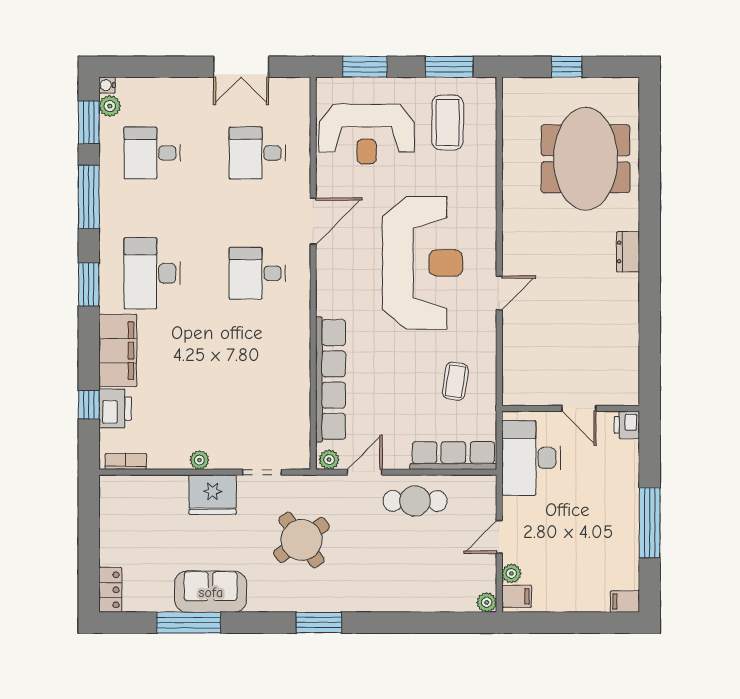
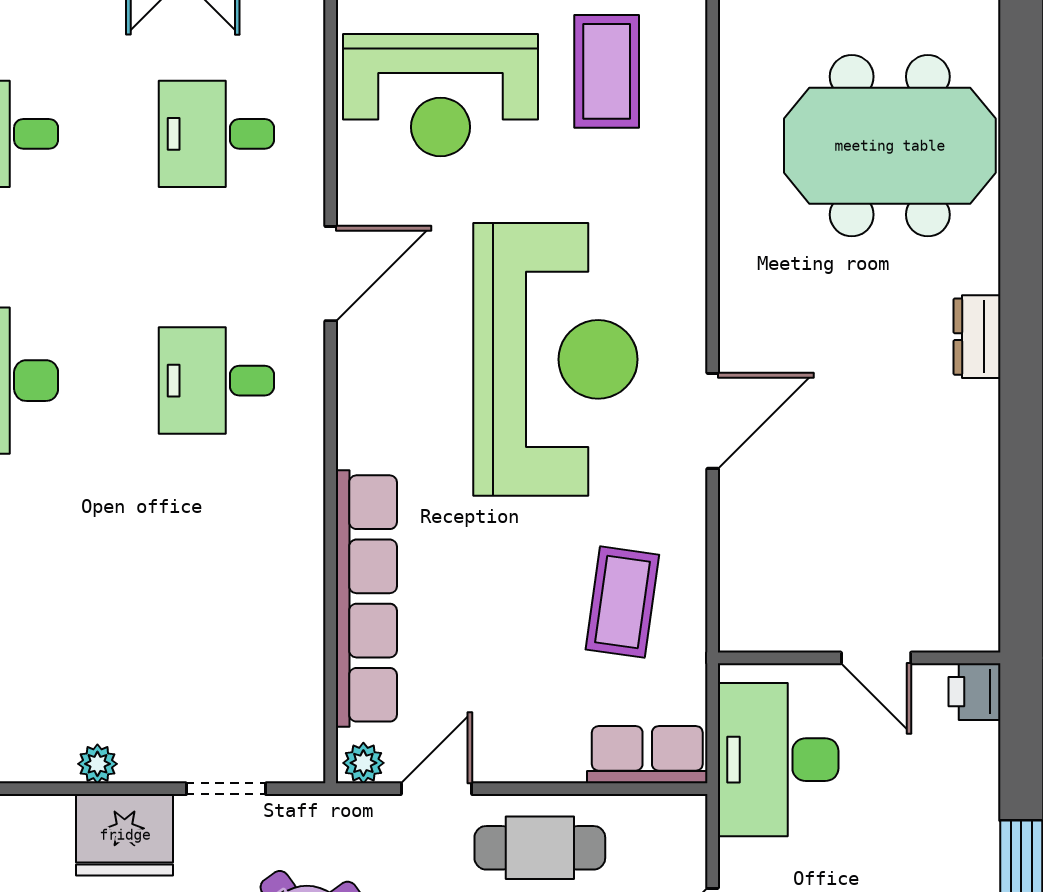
meeting table: (586, 159) -> (890, 146), turned 90
door: (499, 293) -> (713, 421), width x1.38
coffee table: (455, 381) -> (622, 602), width x1.36, depth x1.30
row of seats: (453, 456) -> (647, 755), width x0.68

